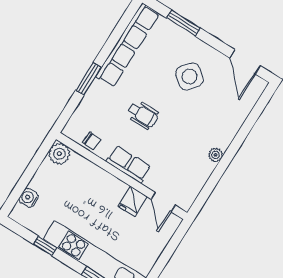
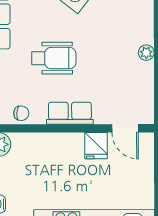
wheelchair: (143, 114) -> (54, 58), width x1.36, depth x1.37

